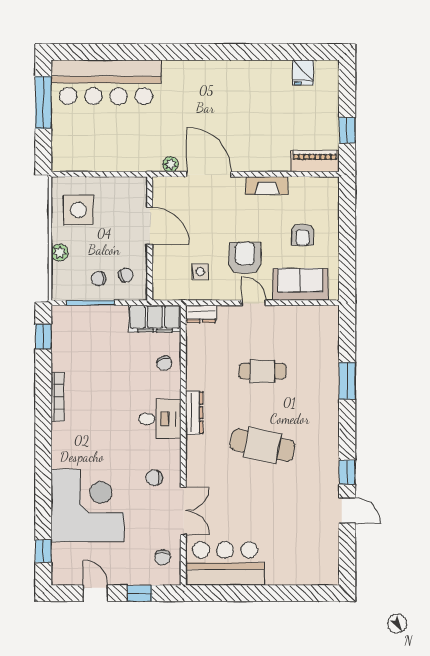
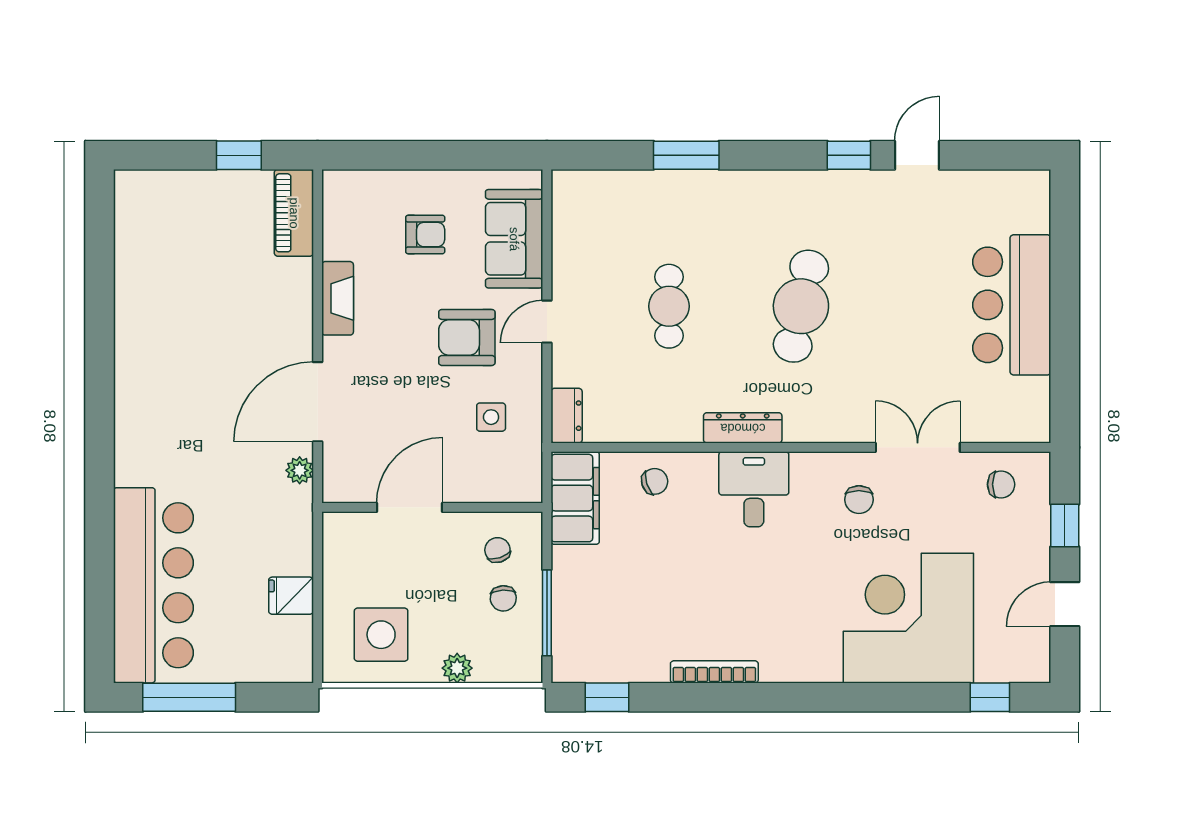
fridge: (303, 72) -> (291, 596), moved, turned 180
bar counter: (225, 563) -> (1012, 305), moved

